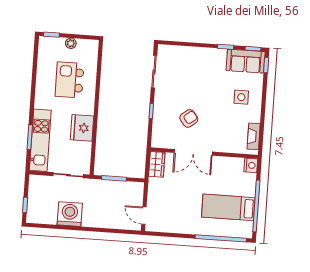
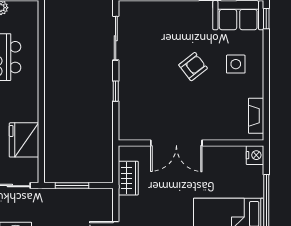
armchair: (189, 118) -> (193, 67), moved
fridge: (82, 128) -> (24, 140), moved
wardrobe: (157, 164) -> (128, 178), moved

